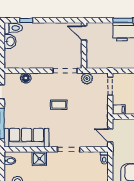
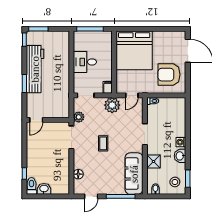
plant: (100, 114) -> (112, 105), added

